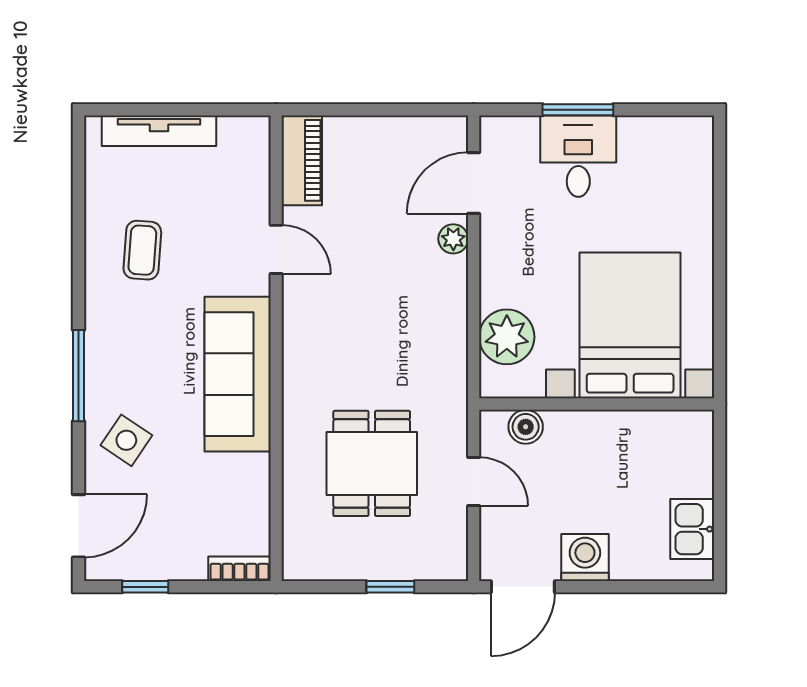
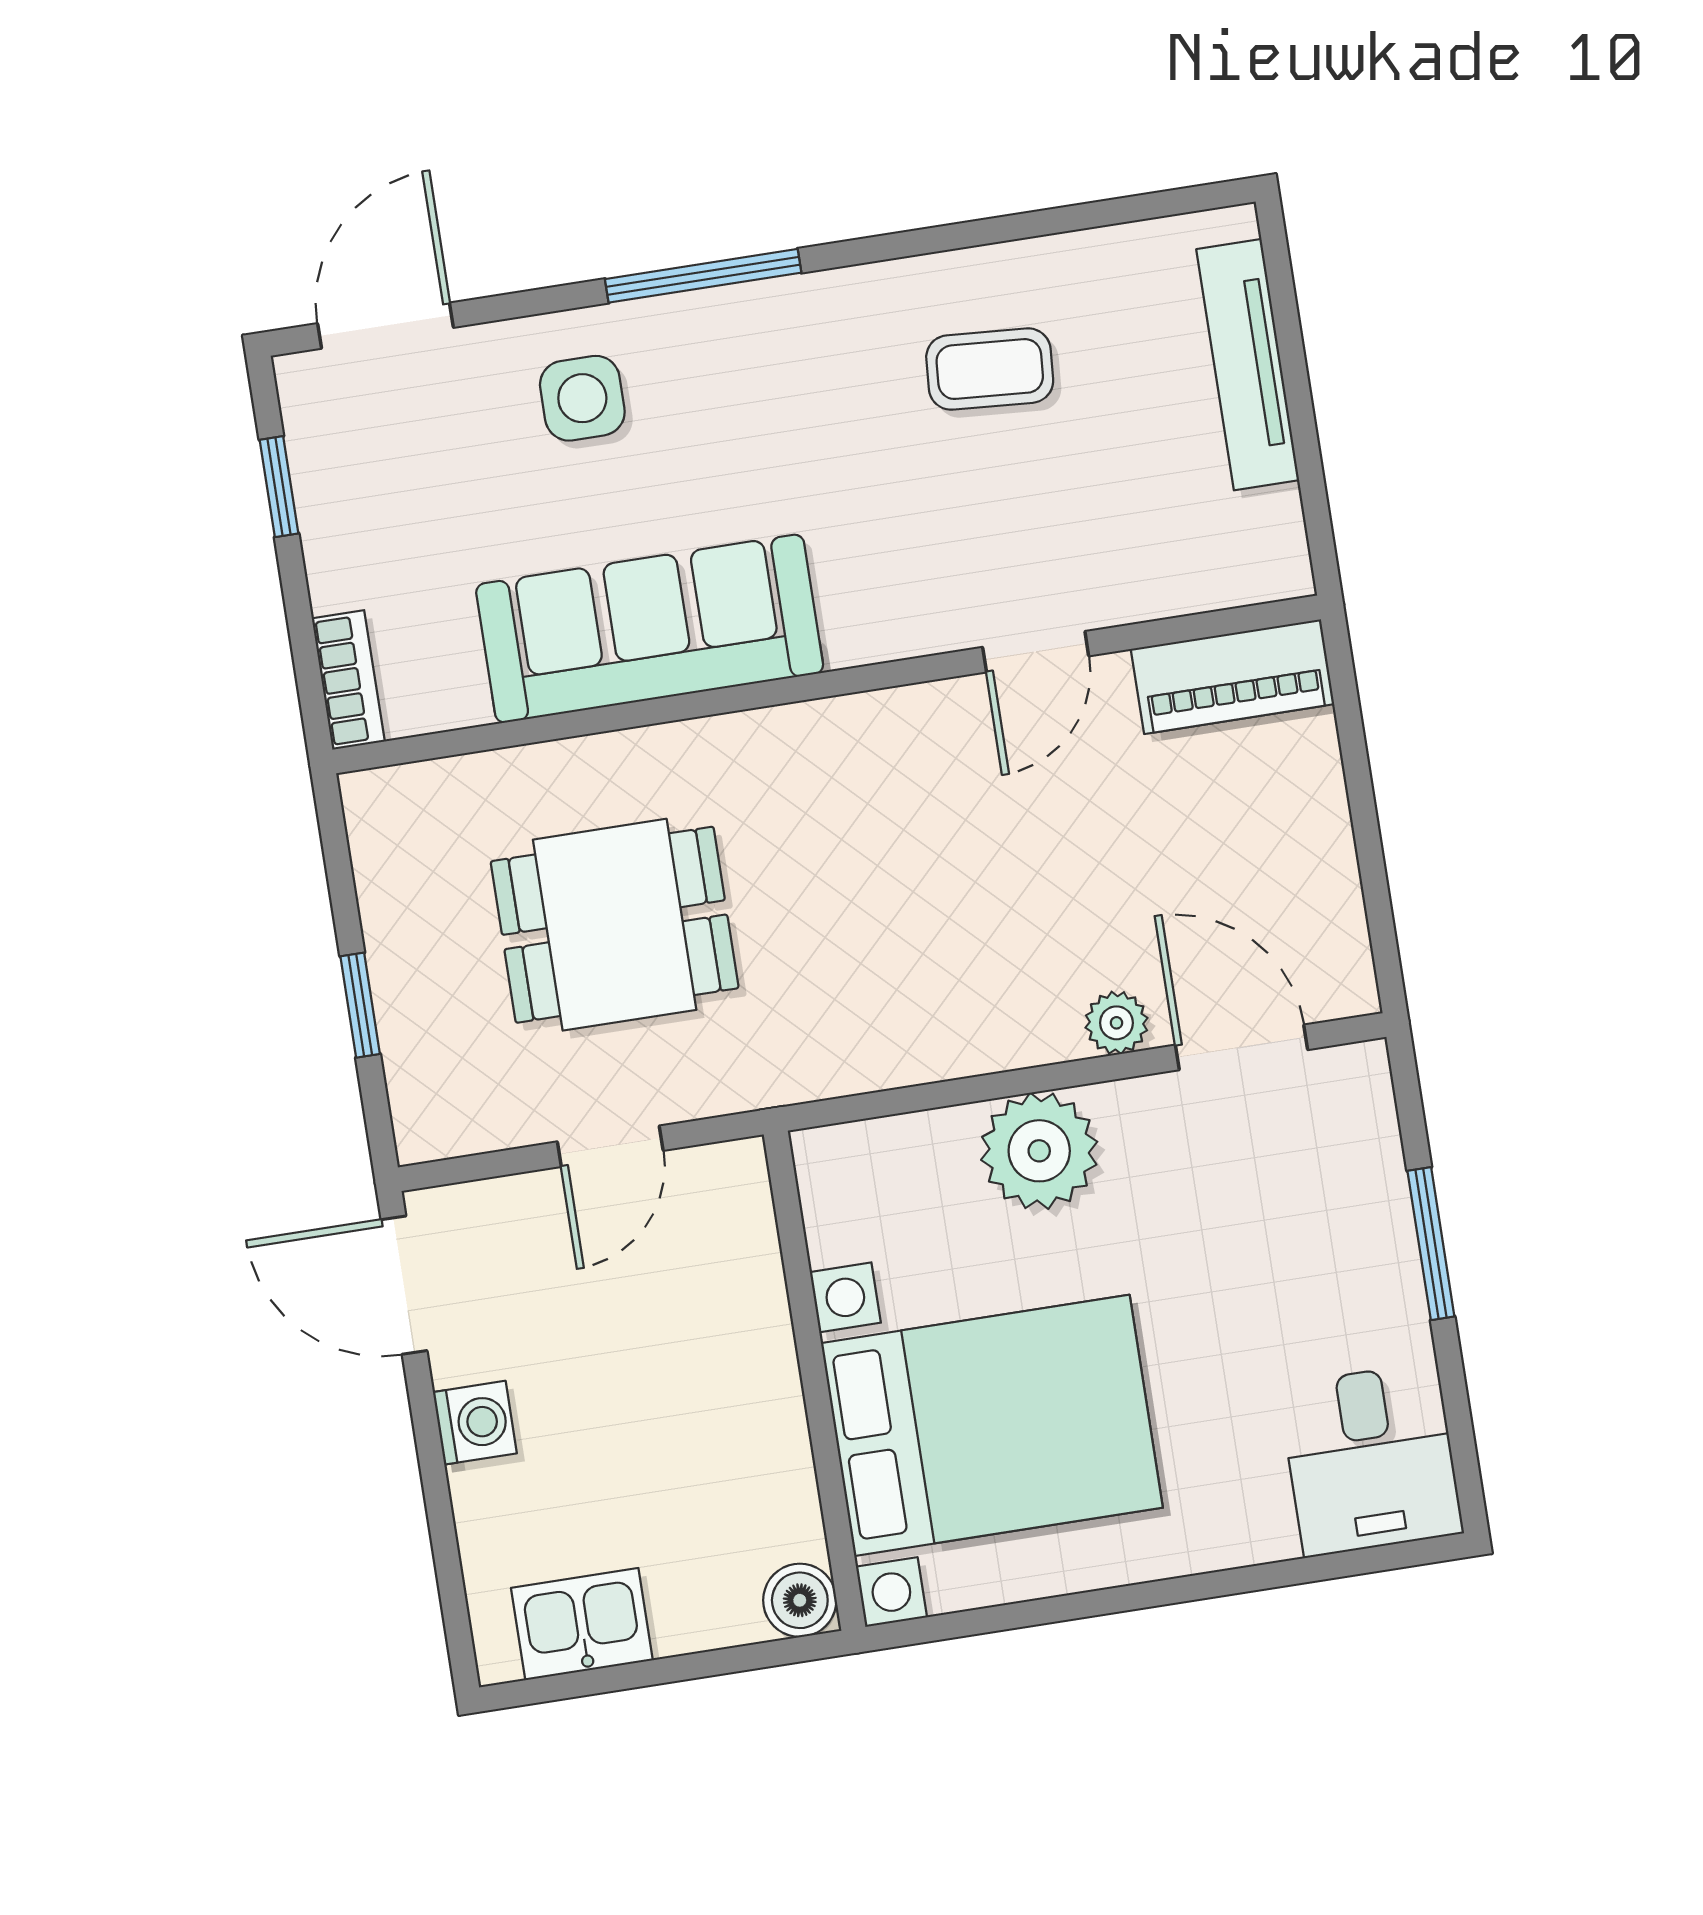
desk: (578, 156) -> (1371, 1459), moved, turned 90
plant: (507, 337) -> (1039, 1151), moved
sofa: (238, 374) -> (650, 629), moved
boiler: (526, 427) -> (800, 1600), moved
side table: (126, 440) -> (582, 398), turned -34
door: (79, 526) -> (386, 326), swing flipped
washing machine: (585, 557) -> (475, 1423), width x0.73, depth x0.73

